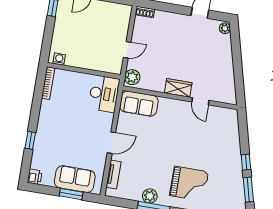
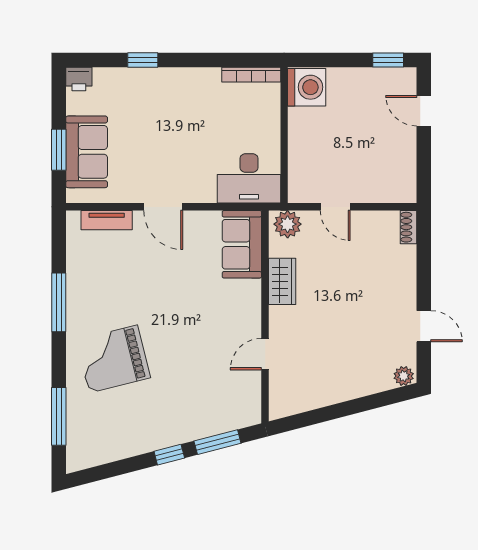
washing machine: (59, 59) -> (307, 87), width x1.89, depth x1.89
wardrobe: (178, 88) -> (282, 281), moved
grand piano: (189, 184) -> (113, 359), turned 76
window: (248, 190) -> (217, 442), moved
plant: (150, 196) -> (79, 292), removed

